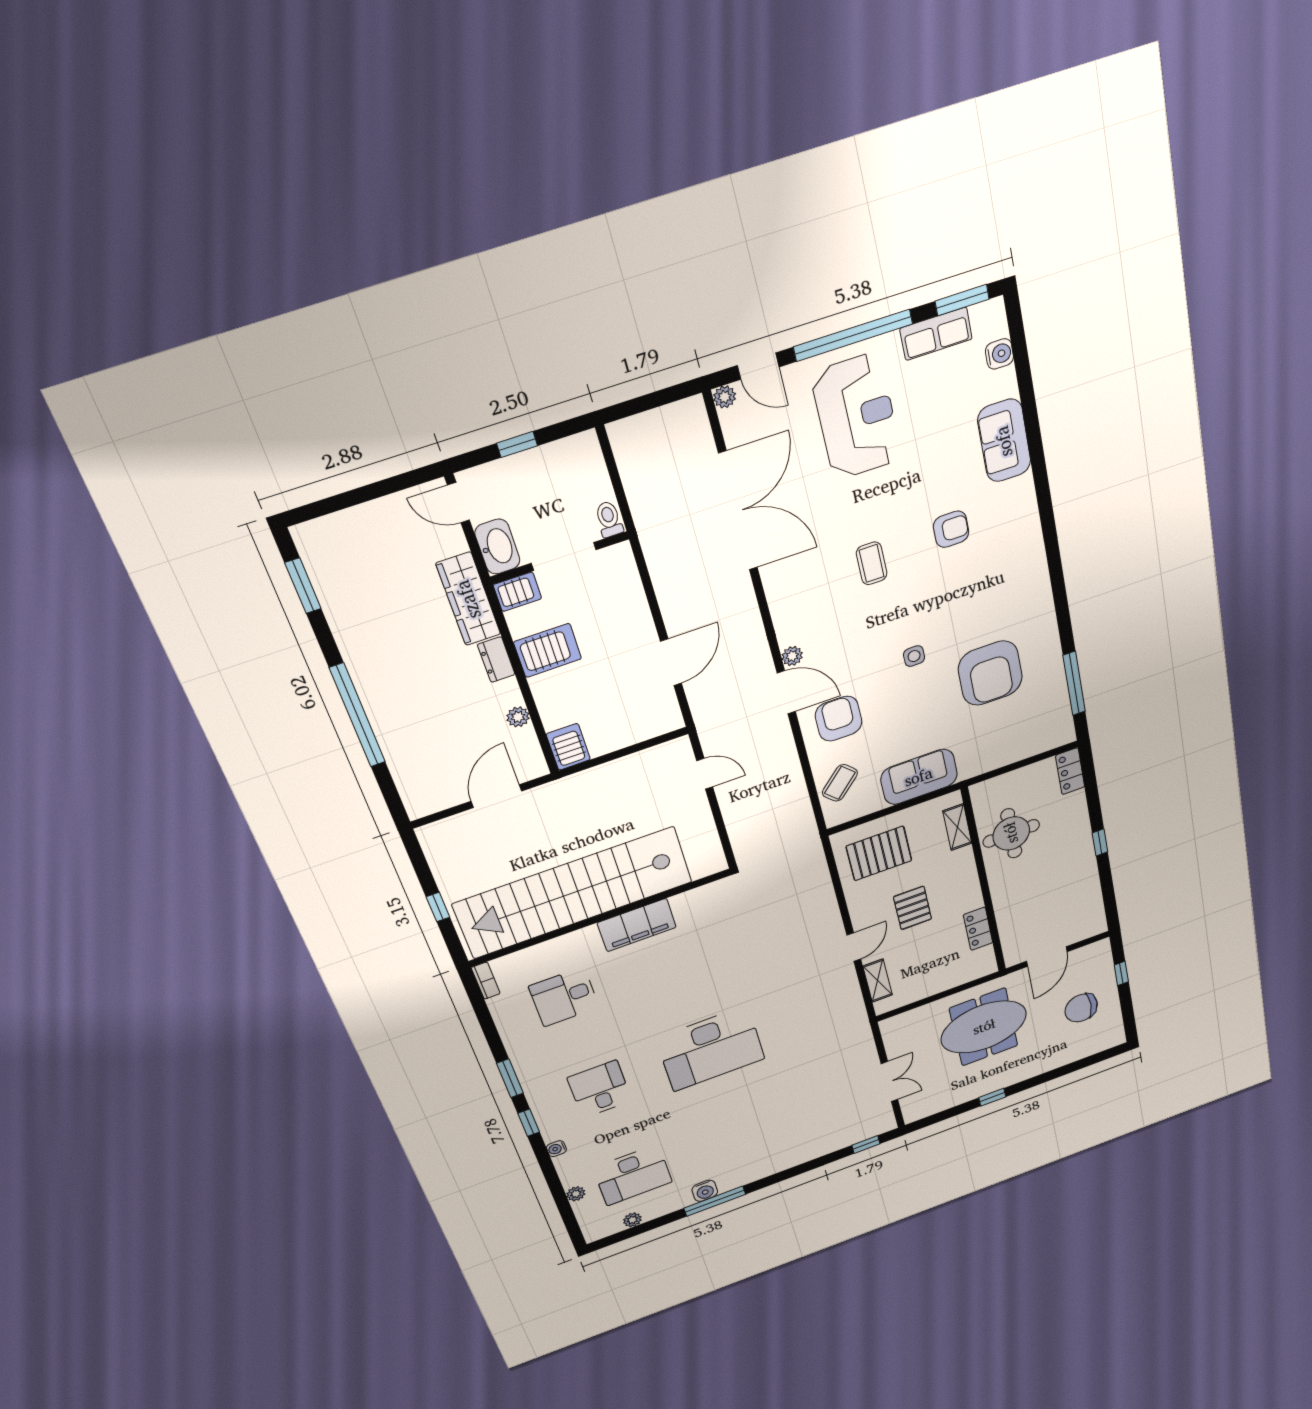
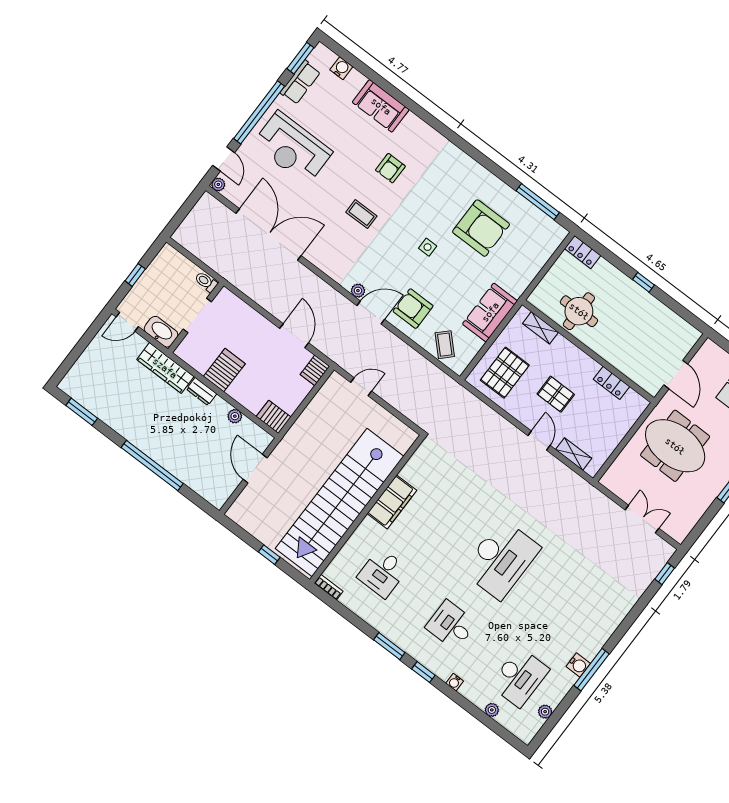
door: (758, 366) -> (224, 159), hinge flipped
reception desk: (857, 417) -> (292, 148), turned 180
armchair: (951, 529) -> (390, 168), turned 180
server rack: (517, 592) -> (315, 370), moved, turned 180
meeting table: (984, 1027) -> (675, 446), turned 90

